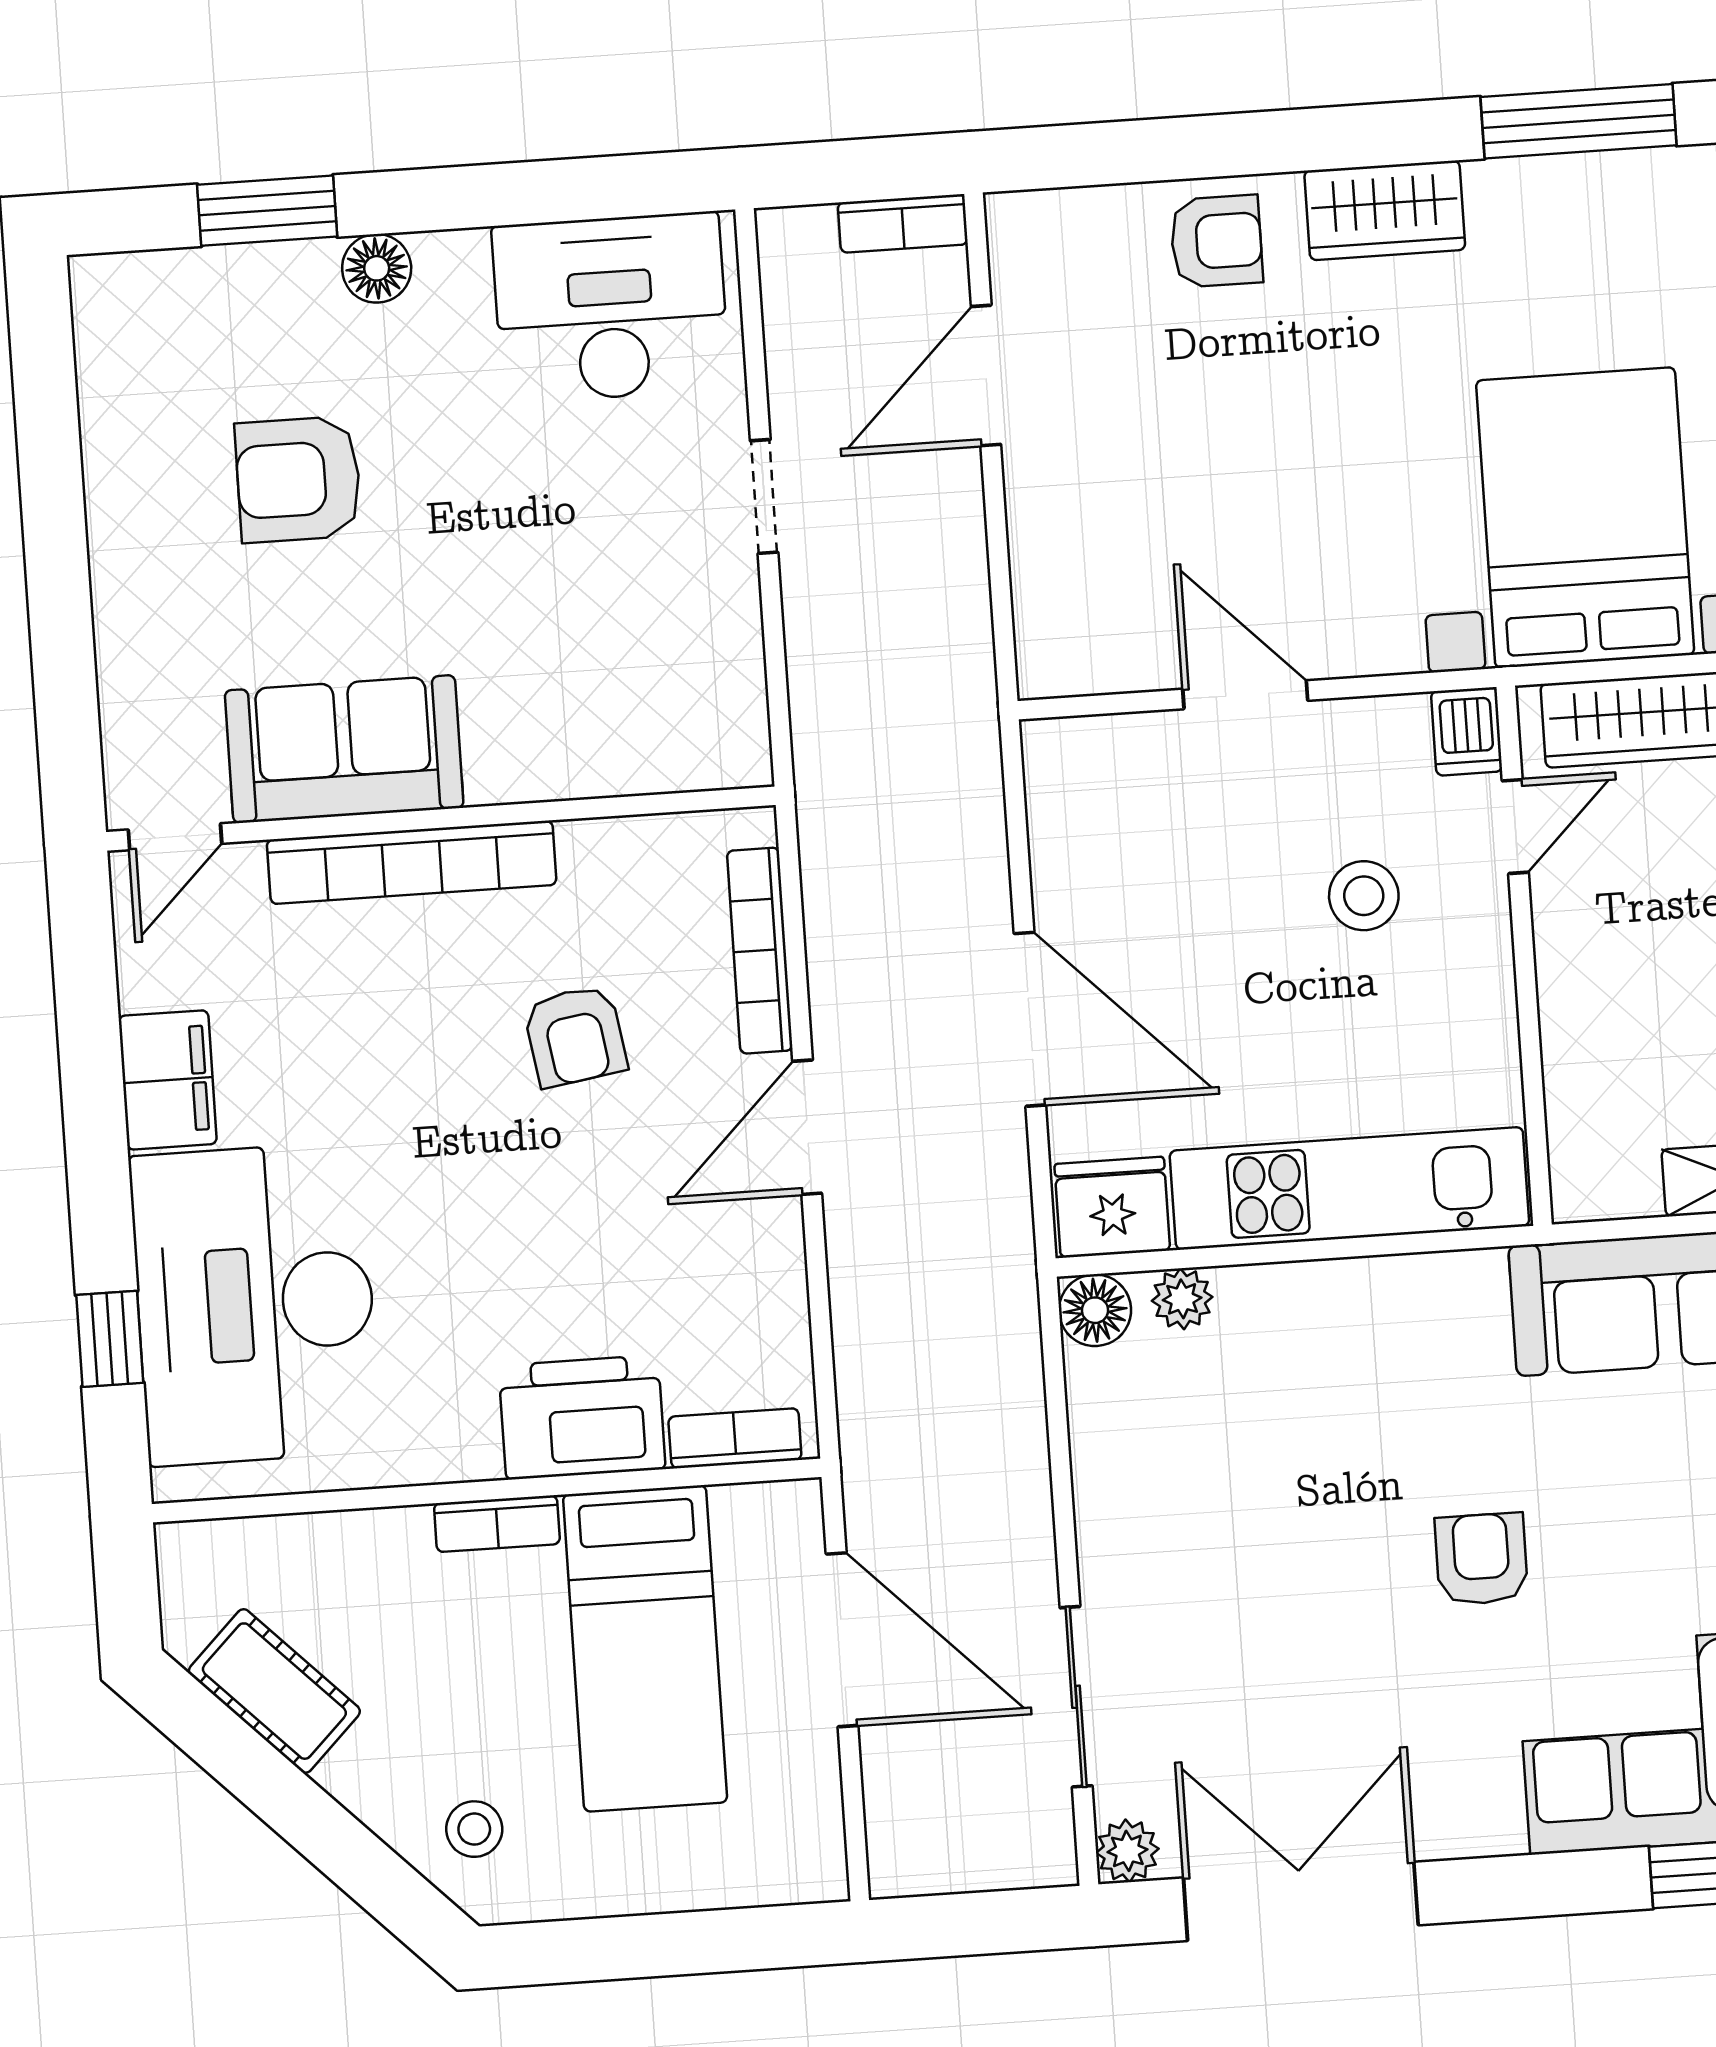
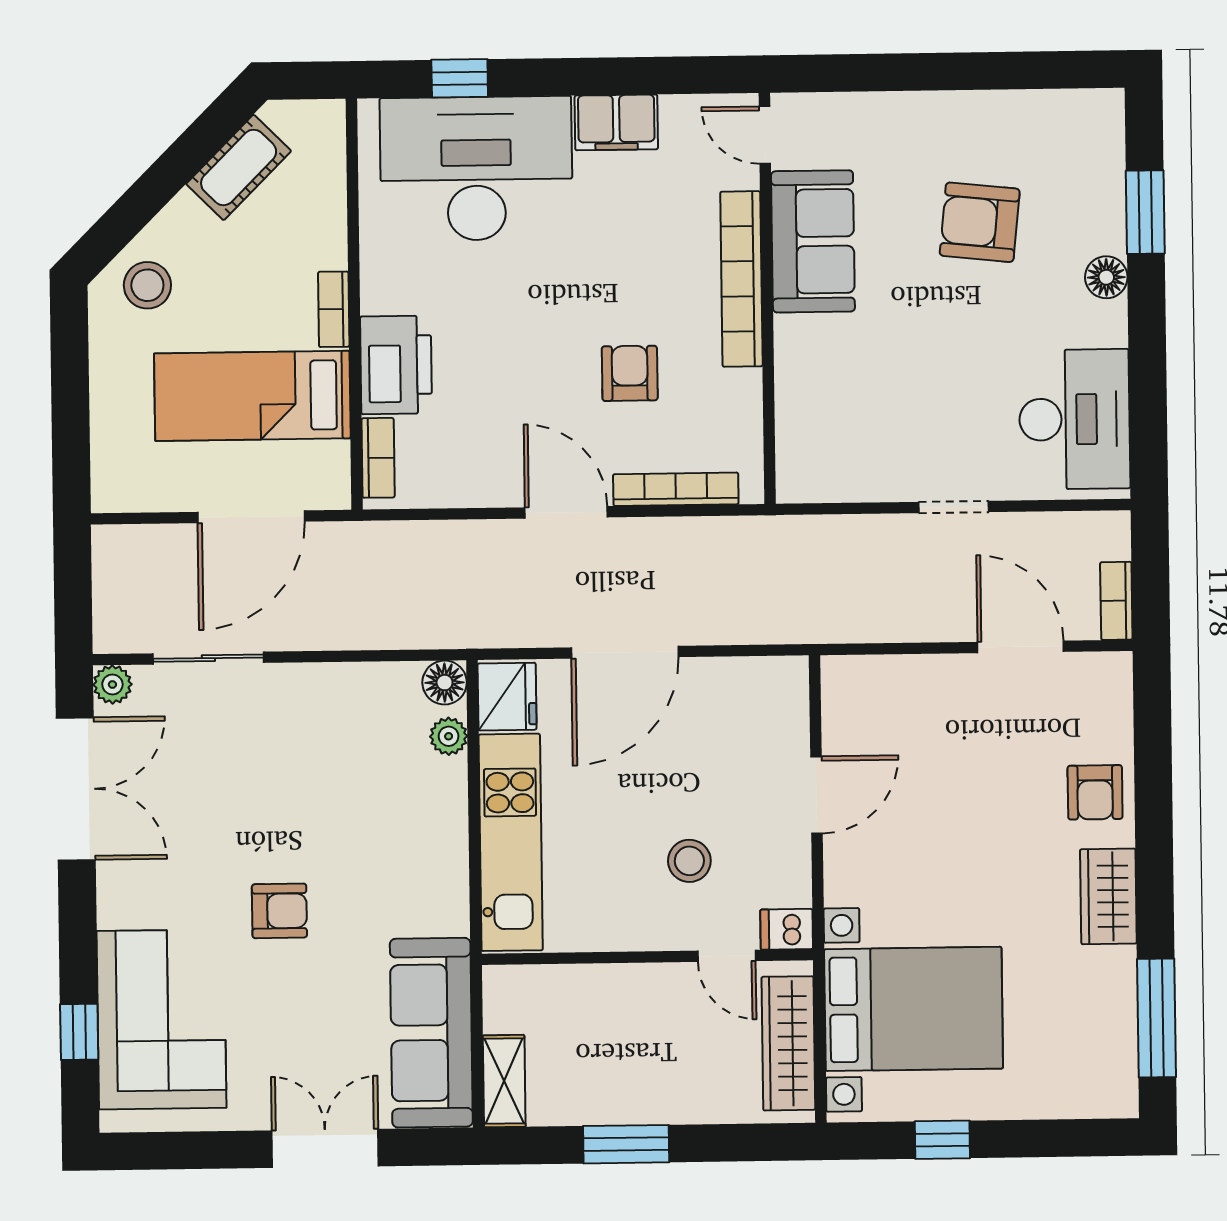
armchair: (298, 479) -> (980, 222), turned -84
armchair: (575, 1036) -> (630, 373), turned 99
stool: (474, 1829) -> (147, 285), width x1.37, depth x1.37

